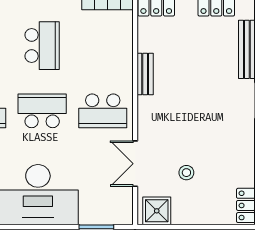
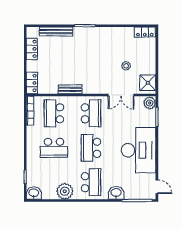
school desk: (42, 46) -> (54, 148), turned 180
school desk: (103, 46) -> (54, 113), added
plant: (121, 214) -> (150, 103), added

